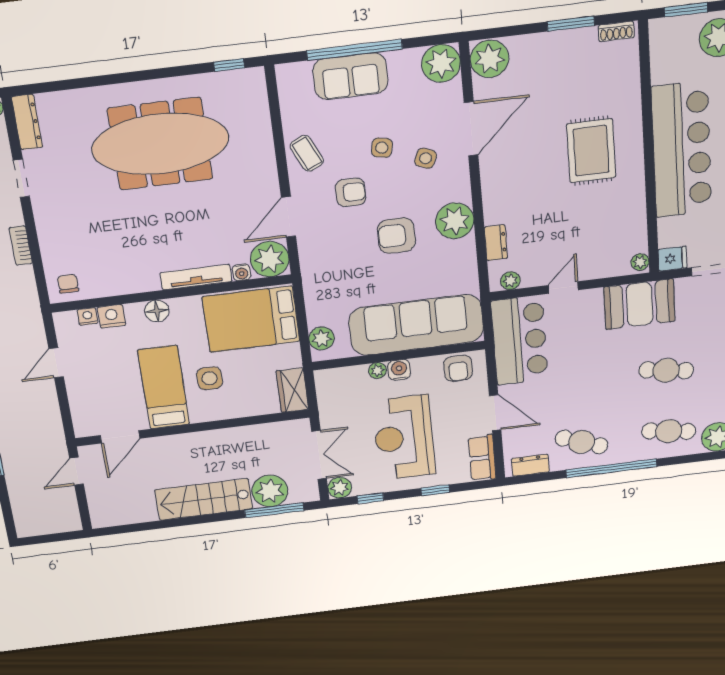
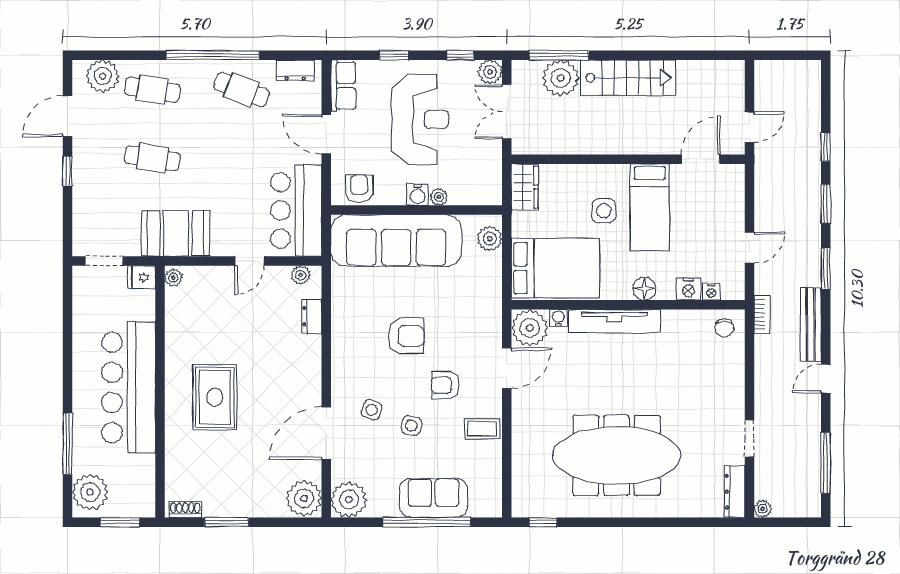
coffee table: (307, 153) -> (482, 429), turned -65
plant: (455, 221) -> (349, 344), removed
bookcase: (21, 246) -> (762, 314), moved
tv unit: (196, 277) -> (614, 321), width x1.36, depth x1.29

